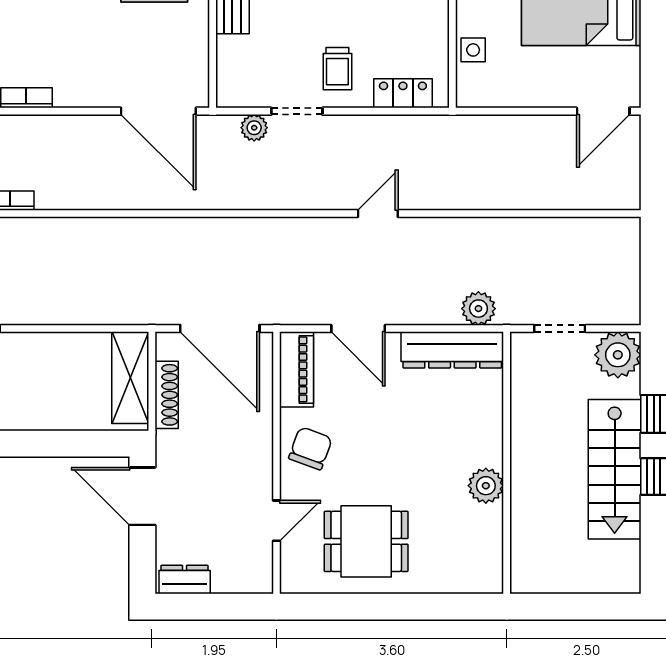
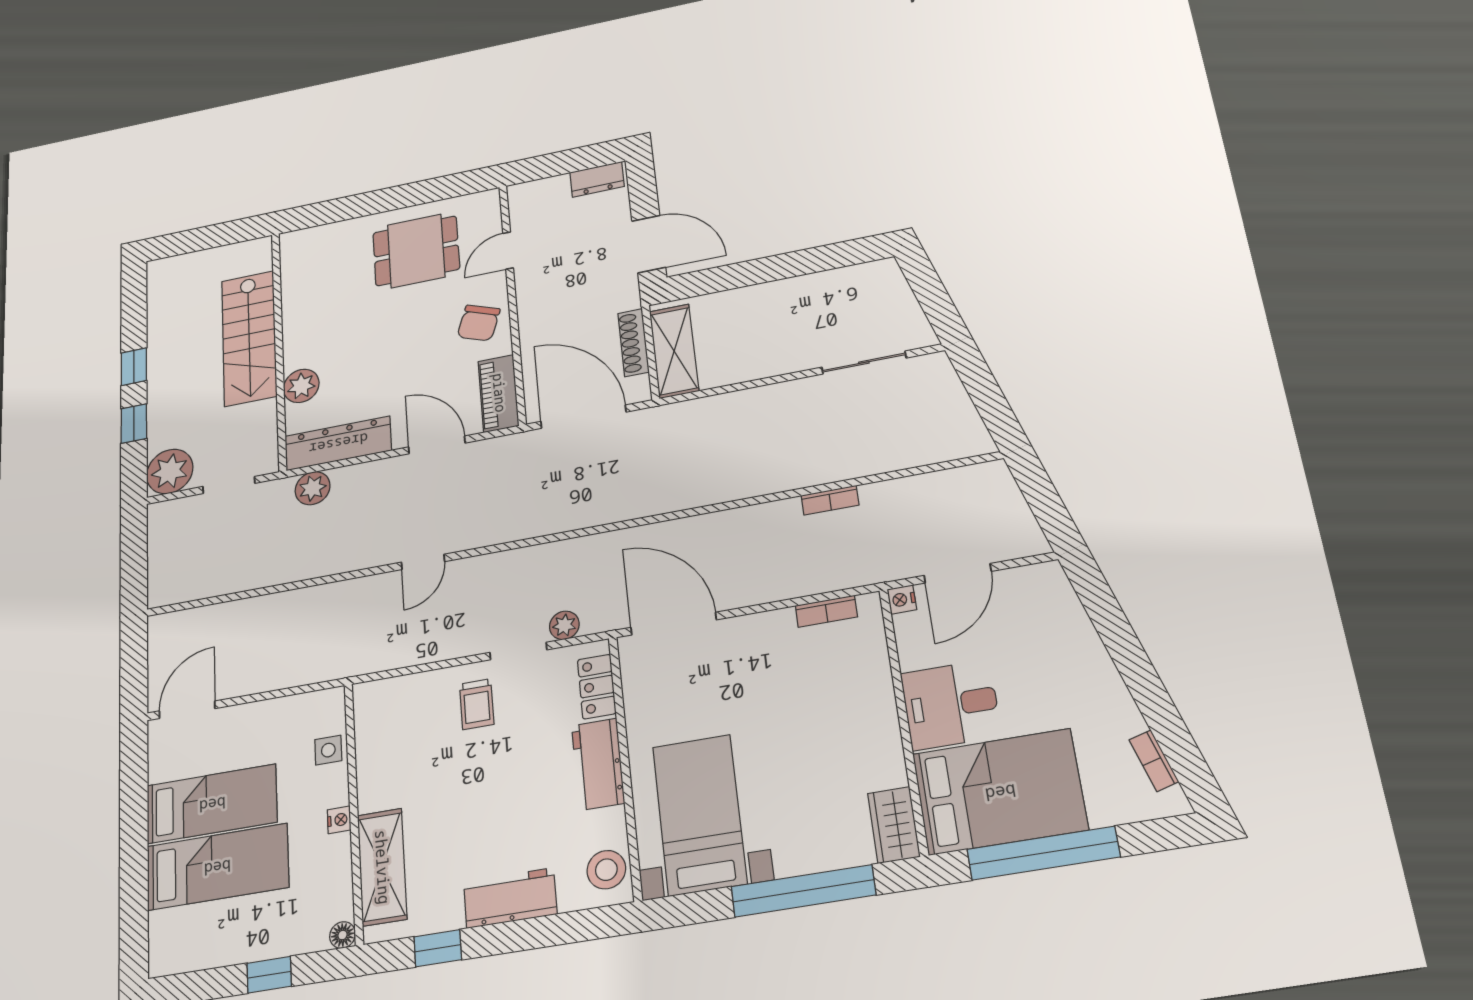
trolley: (337, 69) -> (477, 704), turned 180
locker: (403, 93) -> (597, 687), moved, turned 90
stairs: (615, 469) -> (249, 338), moved, turned 180
plant: (486, 486) -> (301, 386), moved

